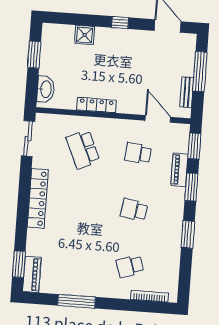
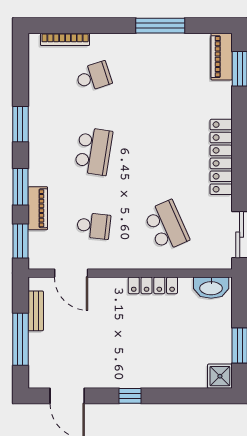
shower: (85, 35) -> (220, 376), moved
washbasin: (46, 89) -> (211, 288), moved, turned -90
school desk: (134, 210) -> (94, 151), width x1.85

